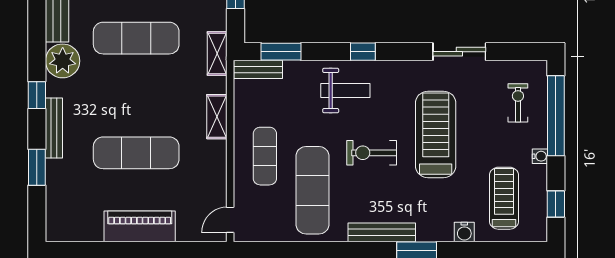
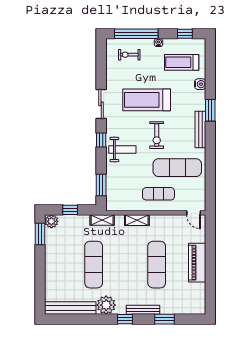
sliding door: (459, 52) -> (101, 104), moved
bench: (258, 69) -> (111, 198), removed
weight bench: (345, 91) -> (122, 150), turned 90

